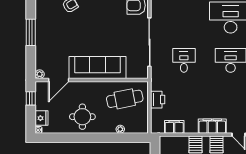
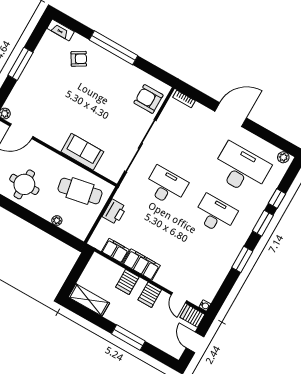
desk: (184, 60) -> (166, 186), width x1.37
sofa: (97, 67) -> (82, 152), width x0.54, depth x0.79
filing cabinet: (212, 126) -> (142, 264), moved

